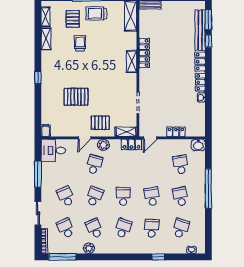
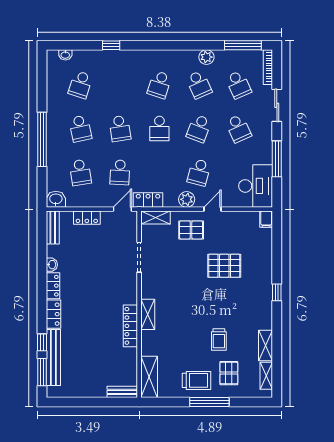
bench: (201, 125) -> (53, 227), added
desk: (53, 150) -> (256, 186), width x1.37
school desk: (152, 228) -> (120, 172), moved

